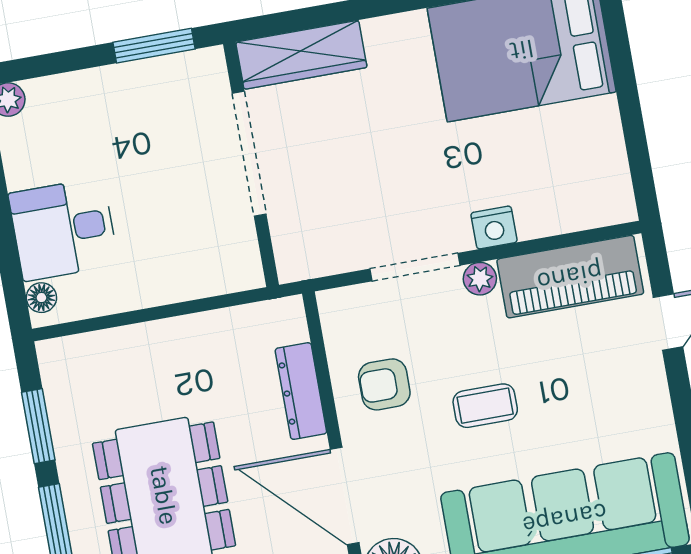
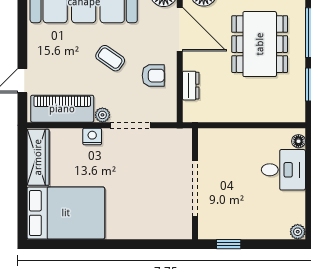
window: (154, 46) -> (229, 244), width x0.67
wardrobe: (301, 55) -> (38, 157), moved, turned 90
dresser: (301, 391) -> (191, 86), width x0.70
coffee table: (485, 406) -> (110, 58), turned 35

